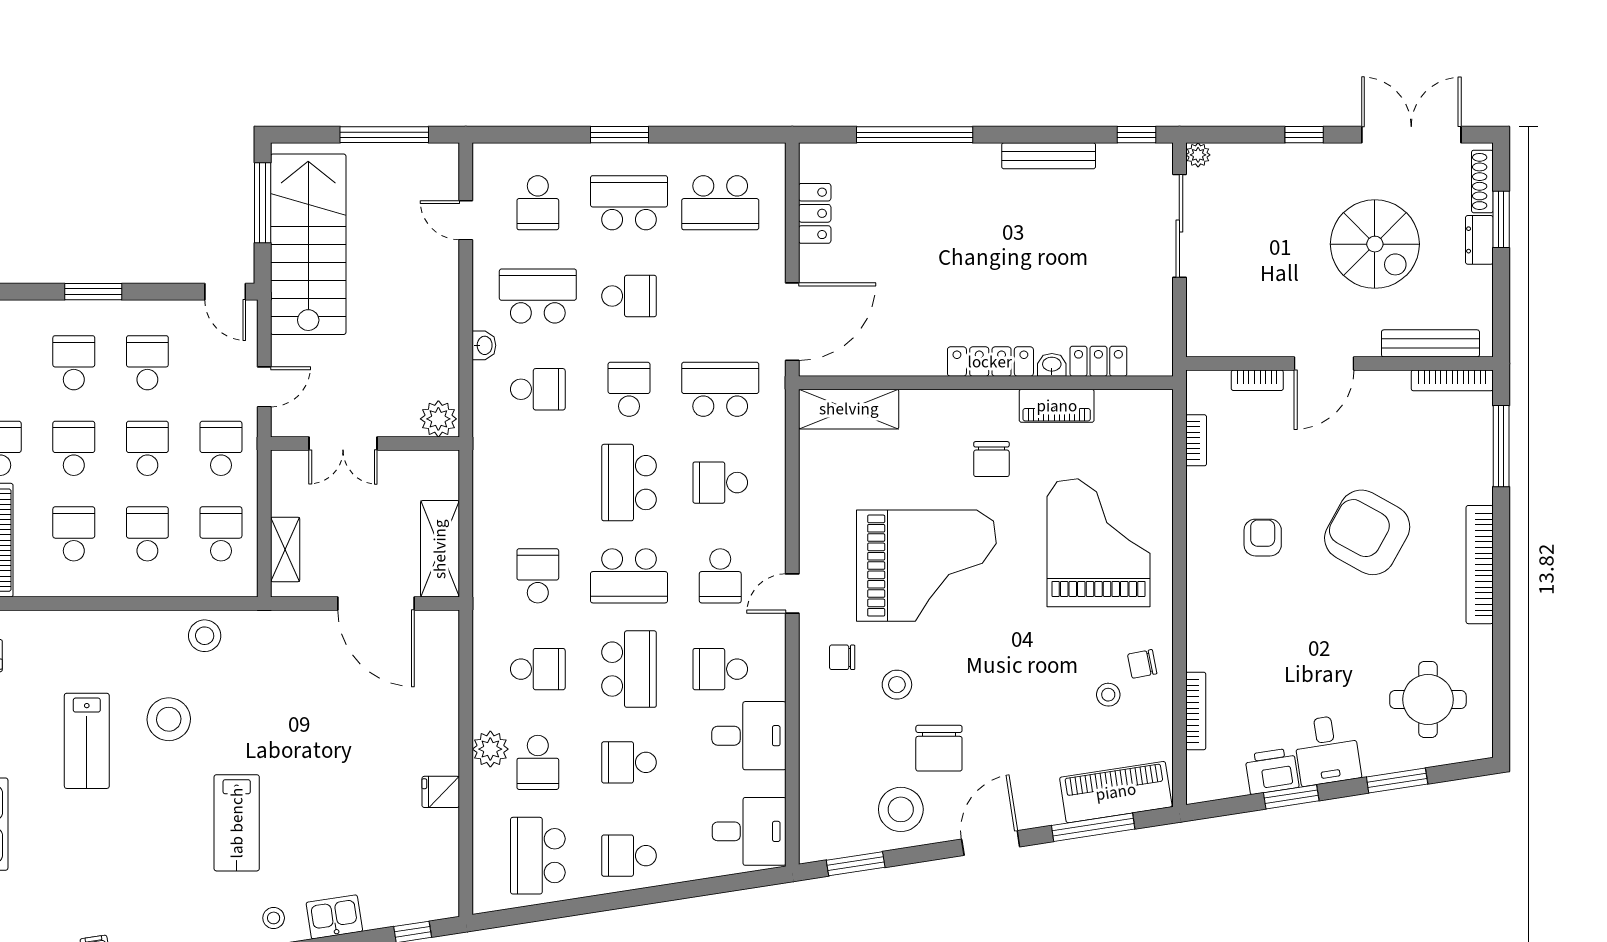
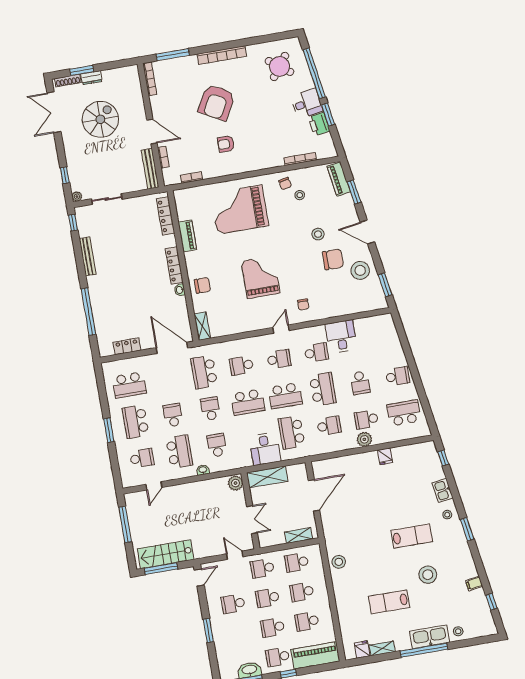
window: (1304, 135) -> (65, 175), moved
school desk: (720, 203) -> (129, 385), turned 90
sliding door: (1179, 226) -> (107, 199), width x0.73
stairs: (308, 244) -> (166, 554), width x0.73, depth x0.66
school desk: (538, 296) -> (179, 452), turned 180
bench: (1430, 343) -> (150, 169), moved
locker: (1098, 361) -> (165, 216), width x1.53
school desk: (74, 363) -> (238, 633), removed
washbasin: (1052, 365) -> (180, 290), moved
school desk: (629, 389) -> (210, 409), turned 90
shelving: (849, 409) -> (202, 326), width x0.67, depth x0.75
chair: (991, 459) -> (202, 285), moved
school desk: (720, 483) -> (242, 366), turned 90
shelving: (440, 549) -> (267, 477), moved
grand piano: (926, 566) -> (261, 277), width x0.73, depth x0.68
school desk: (538, 576) -> (292, 432), width x1.85
school desk: (629, 576) -> (285, 396), turned 90
door: (792, 594) -> (281, 329), swing flipped
school desk: (538, 669) -> (329, 426), turned 90
school desk: (629, 669) -> (323, 389), turned 90
school desk: (720, 669) -> (316, 353), turned -90
stool: (897, 685) -> (318, 234), moved
round table: (1428, 699) -> (280, 66), turned 37
stool: (169, 719) -> (428, 575), moved
lab bench: (87, 741) -> (389, 602), turned 180
school desk: (538, 762) -> (366, 419), turned 180
window: (1397, 781) -> (314, 73), width x2.11
piano: (1116, 792) -> (339, 179), width x0.73, depth x0.75
window: (1093, 827) -> (354, 192), width x0.69
desk: (749, 831) -> (265, 449), moved, turned 180
school desk: (538, 856) -> (404, 413), turned 180
school desk: (629, 856) -> (398, 376), turned -90

